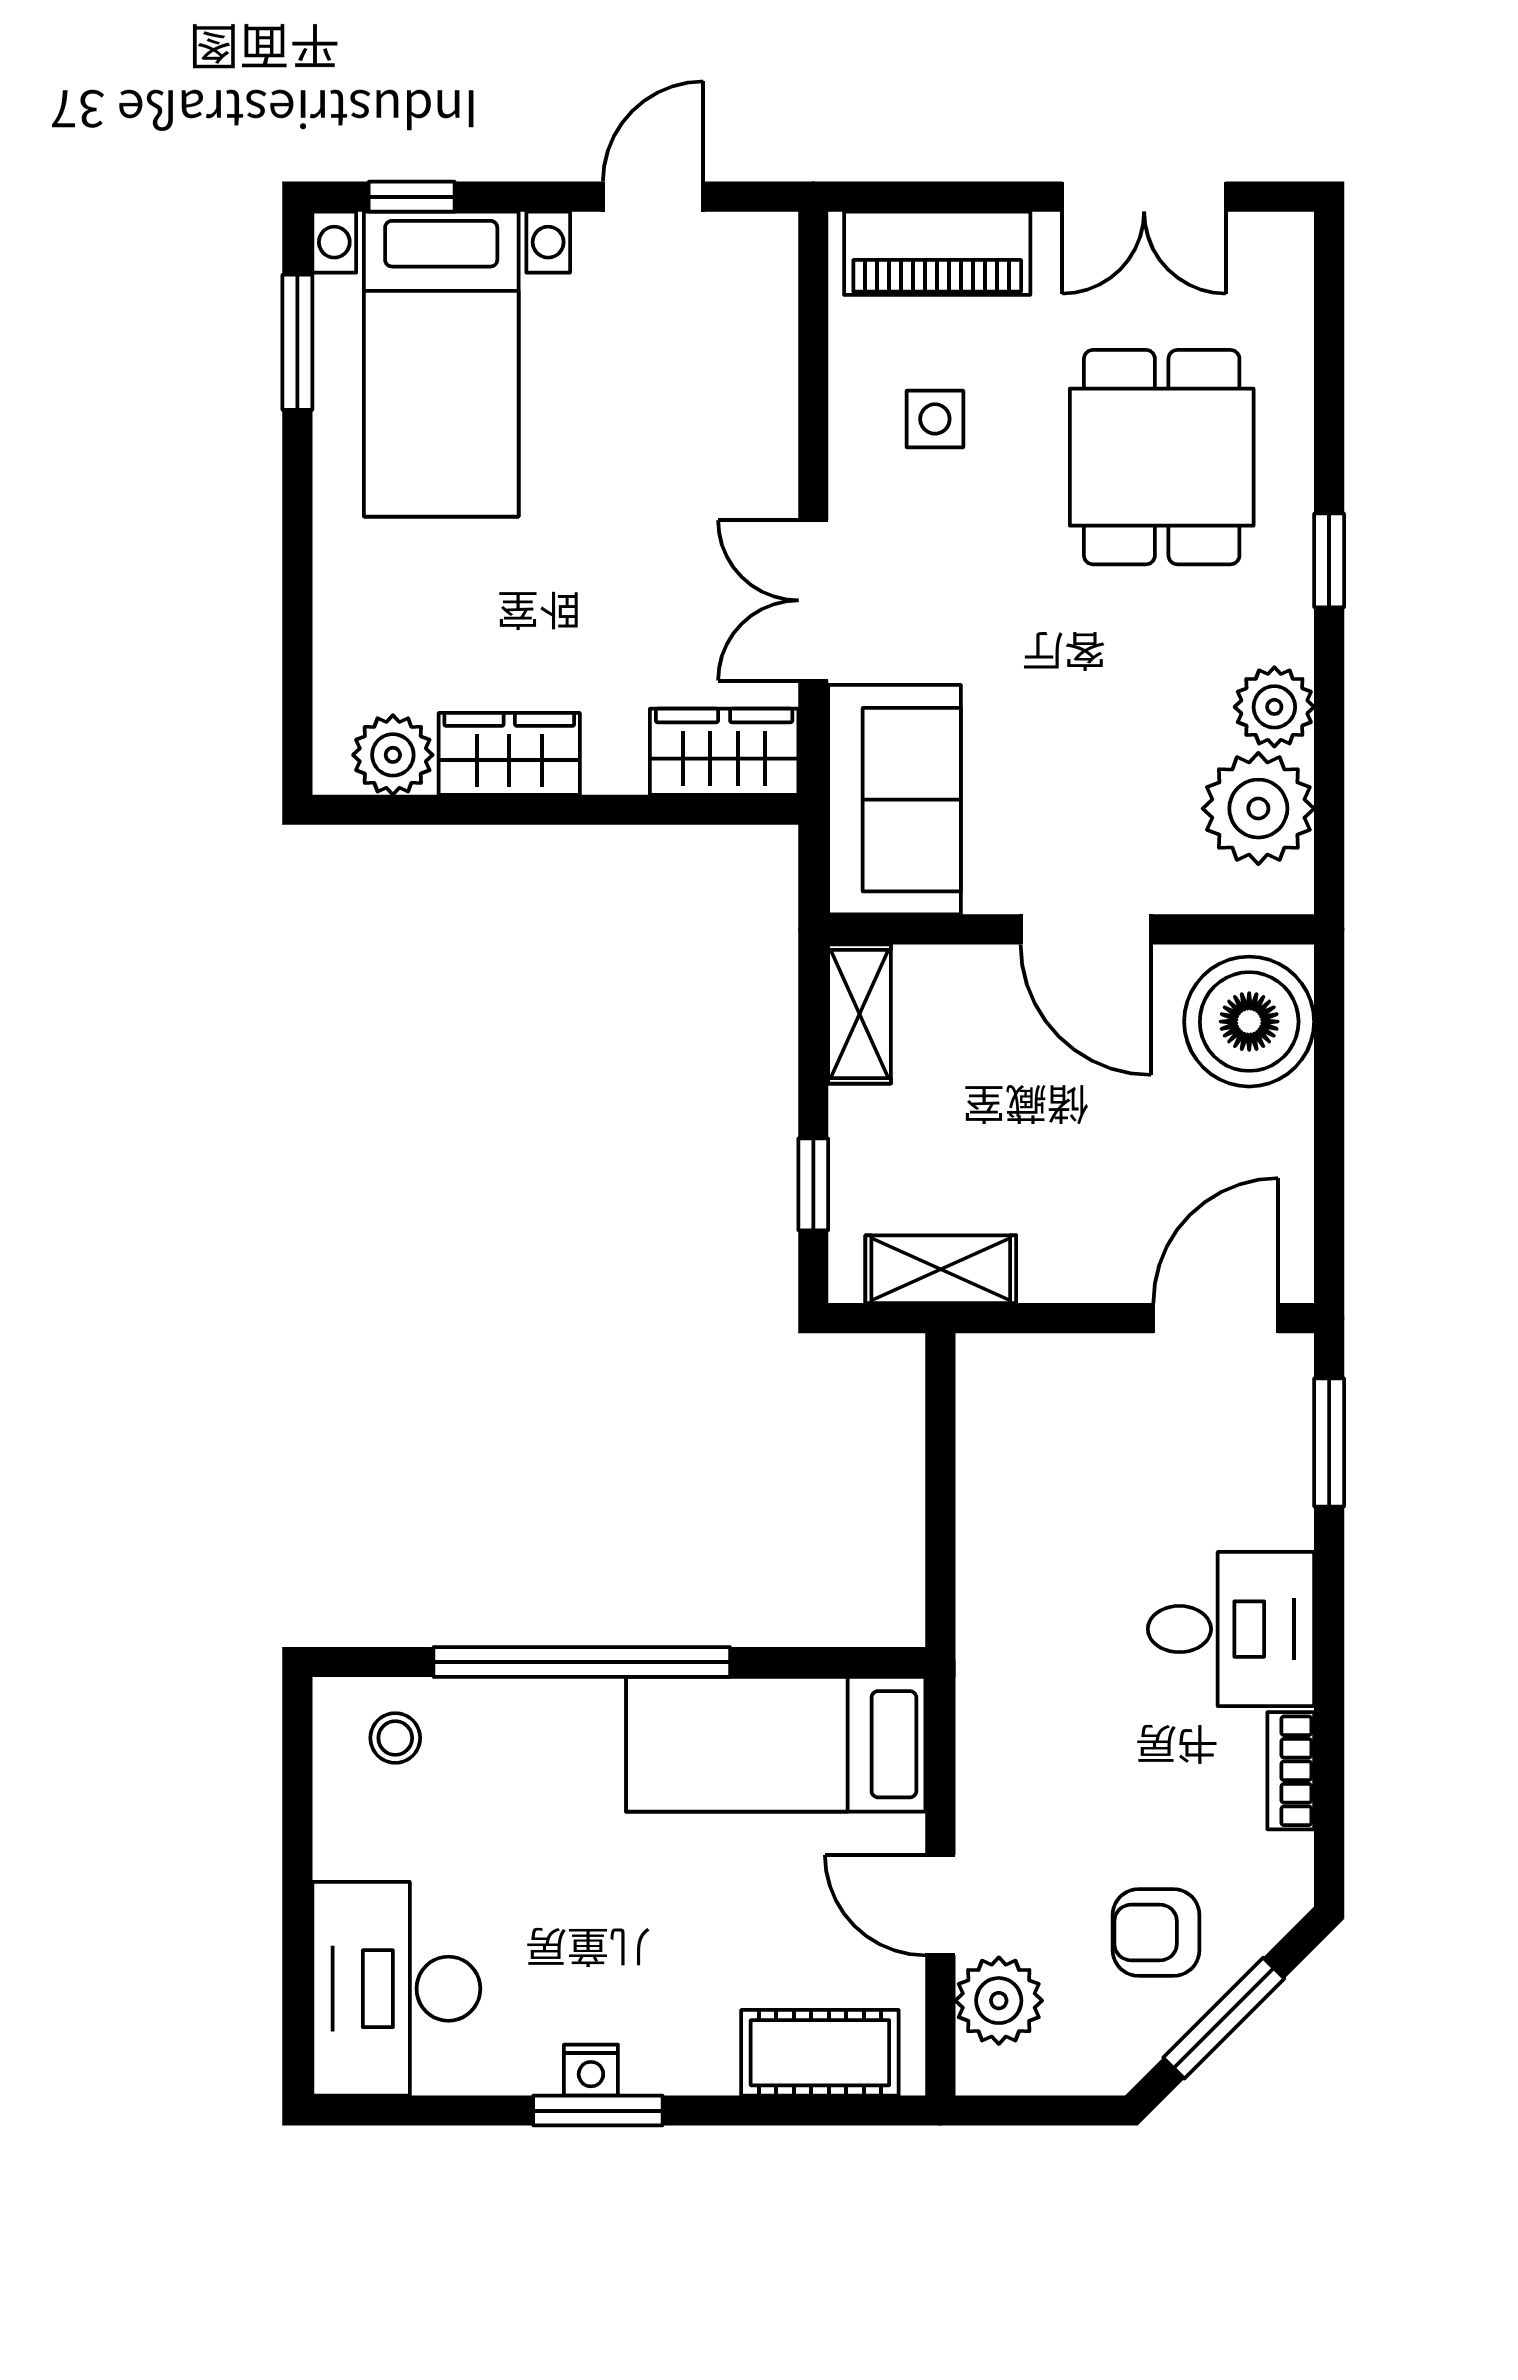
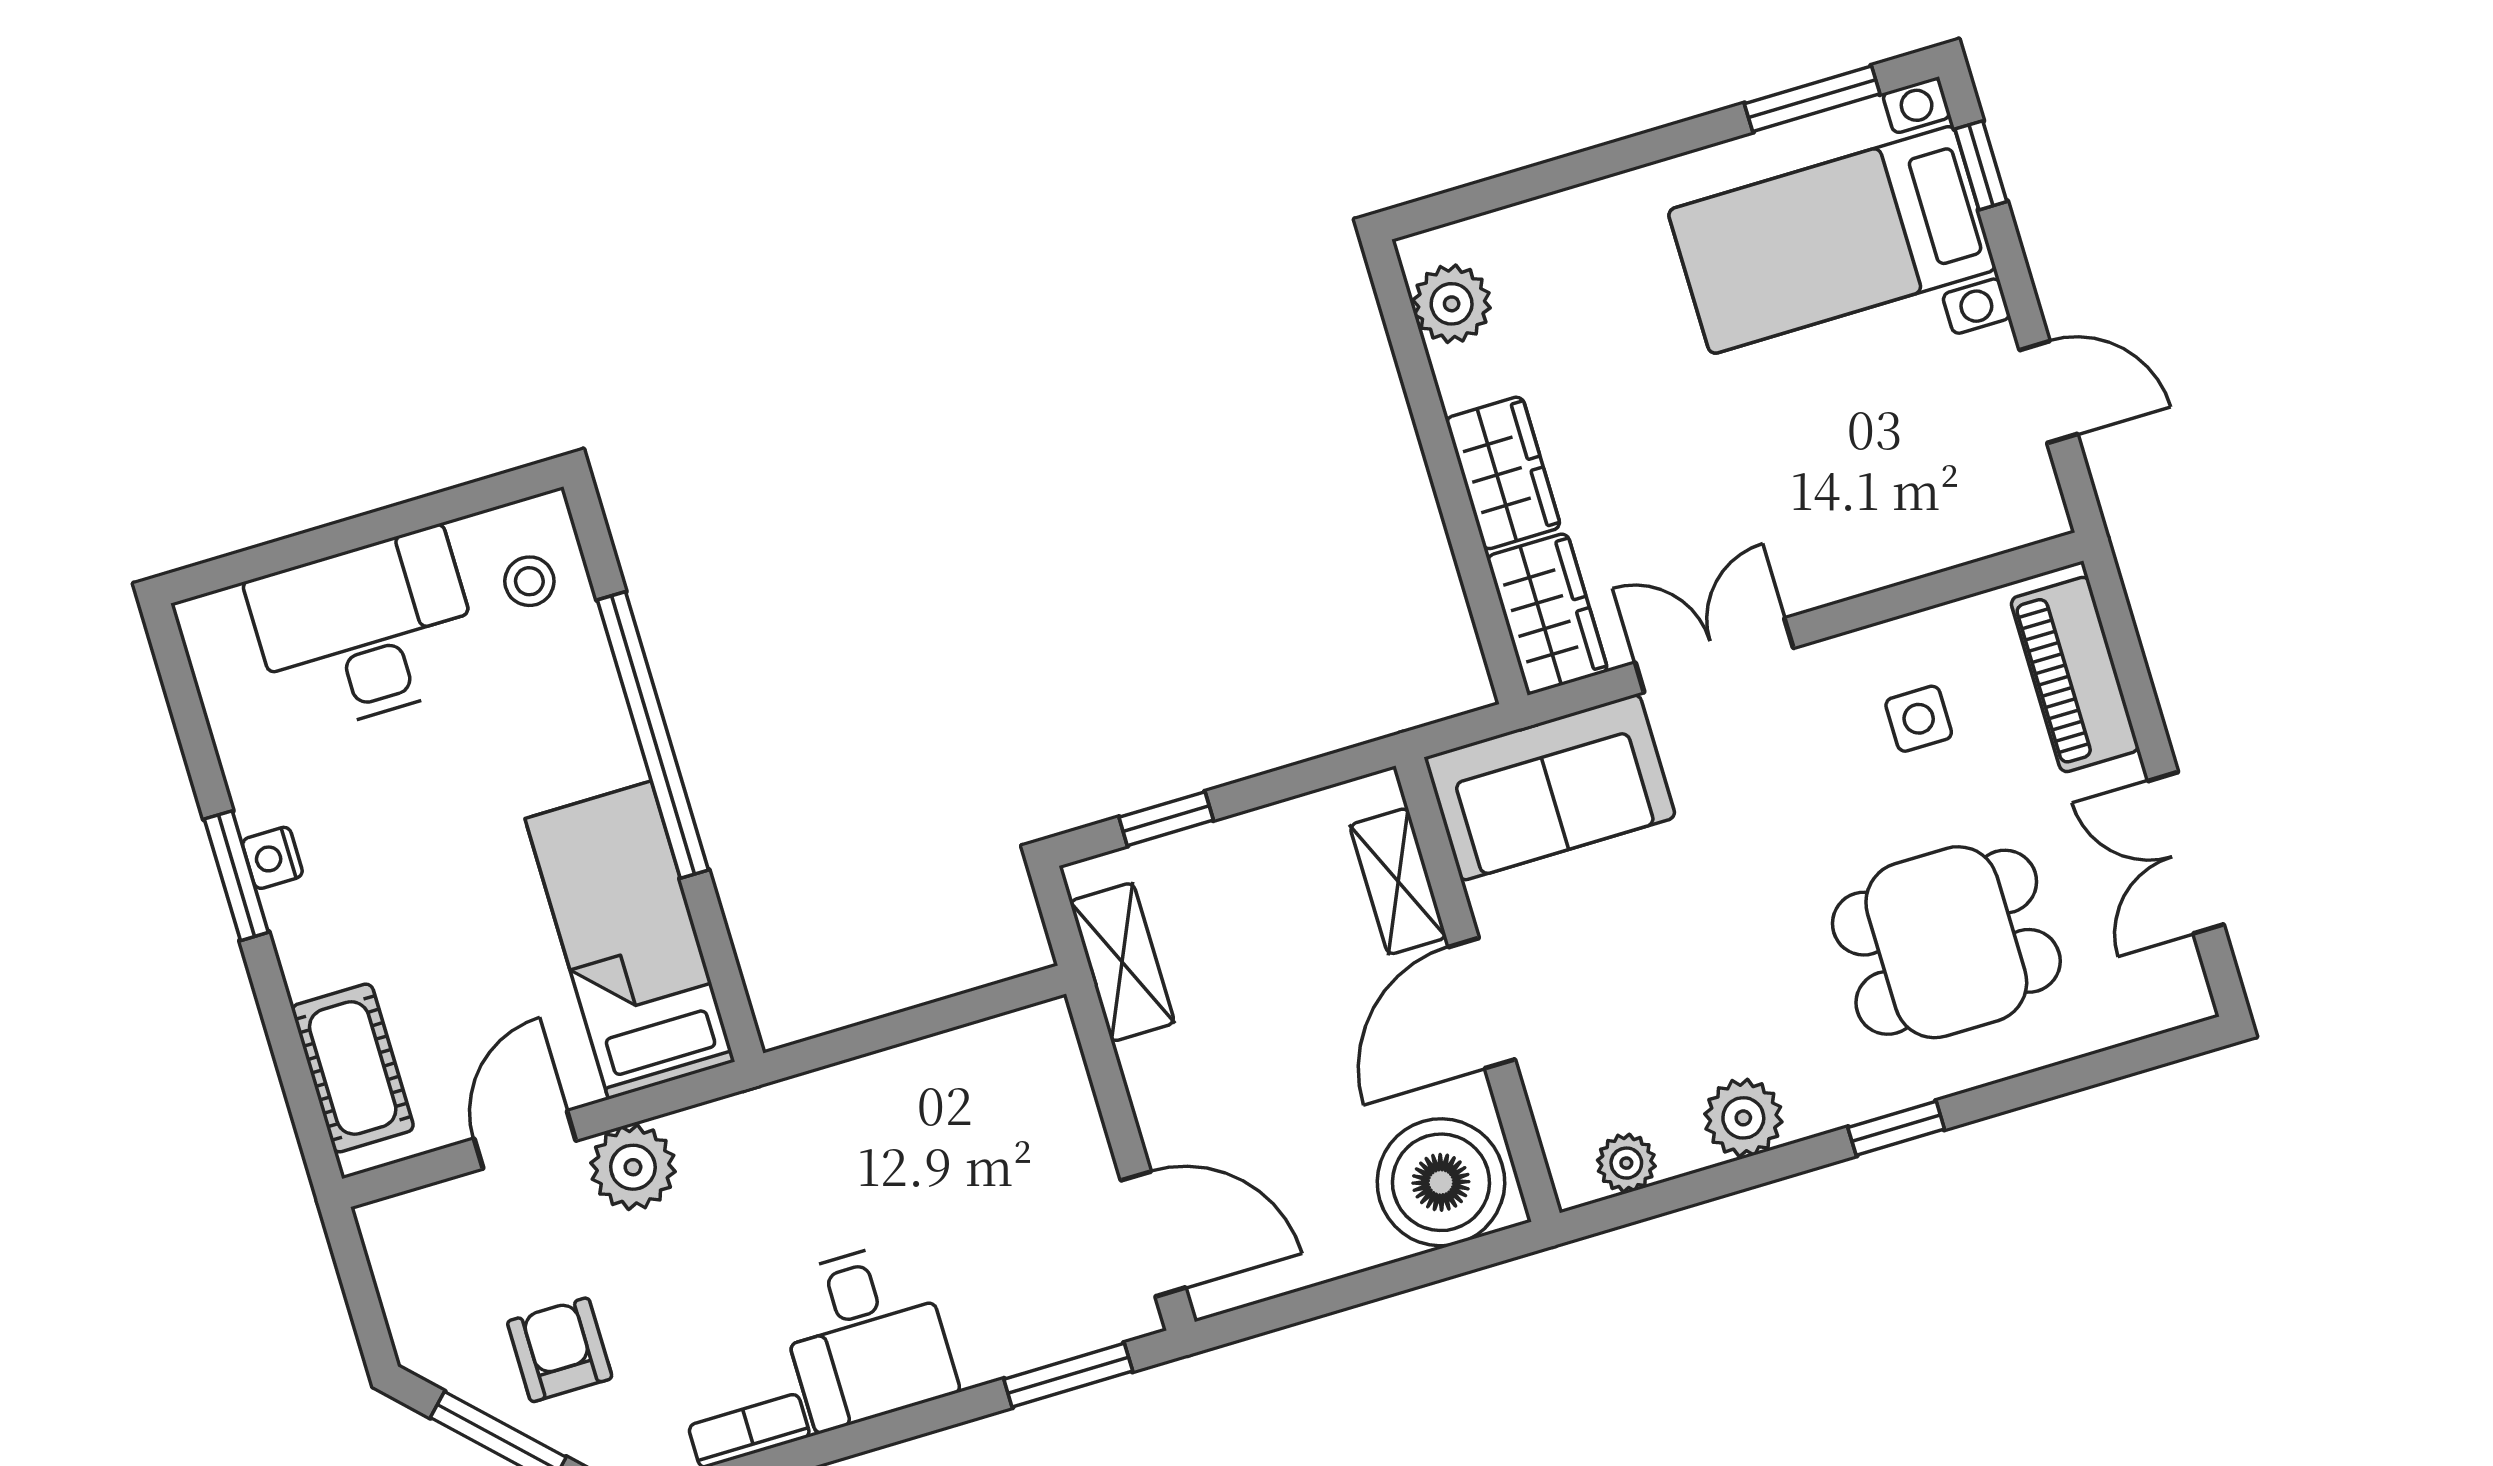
wardrobe: (509, 754) -> (1503, 473), moved
plant: (1258, 809) -> (1626, 1163), width x0.53, depth x0.53
shelving: (860, 1014) -> (1398, 881), moved, turned 90
desk: (396, 1989) -> (365, 631), moved
plant: (999, 2001) -> (633, 1167), moved

